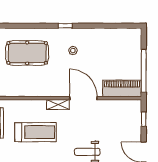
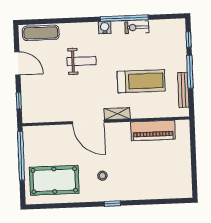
pool table: (27, 53) -> (54, 180), moved
piano: (122, 88) -> (153, 131), moved
treadmill: (36, 132) -> (141, 81), turned 180

